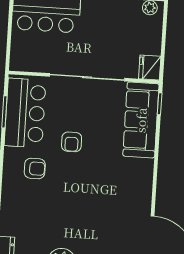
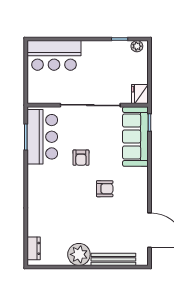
armchair: (35, 168) -> (105, 189), moved

